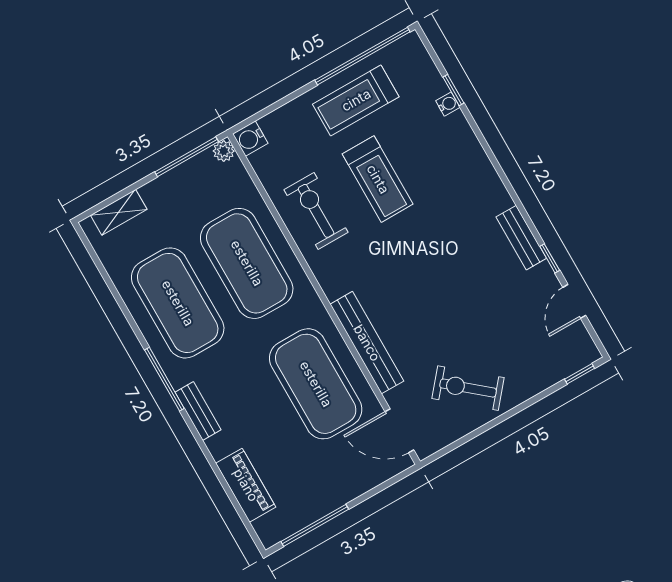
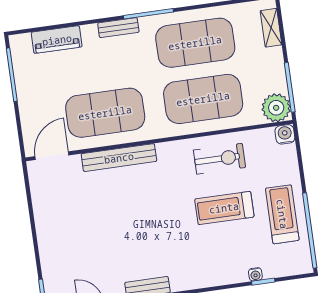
plant: (224, 151) -> (276, 108), width x1.88, depth x1.88
exercise bike: (468, 388) -> (62, 212), removed

